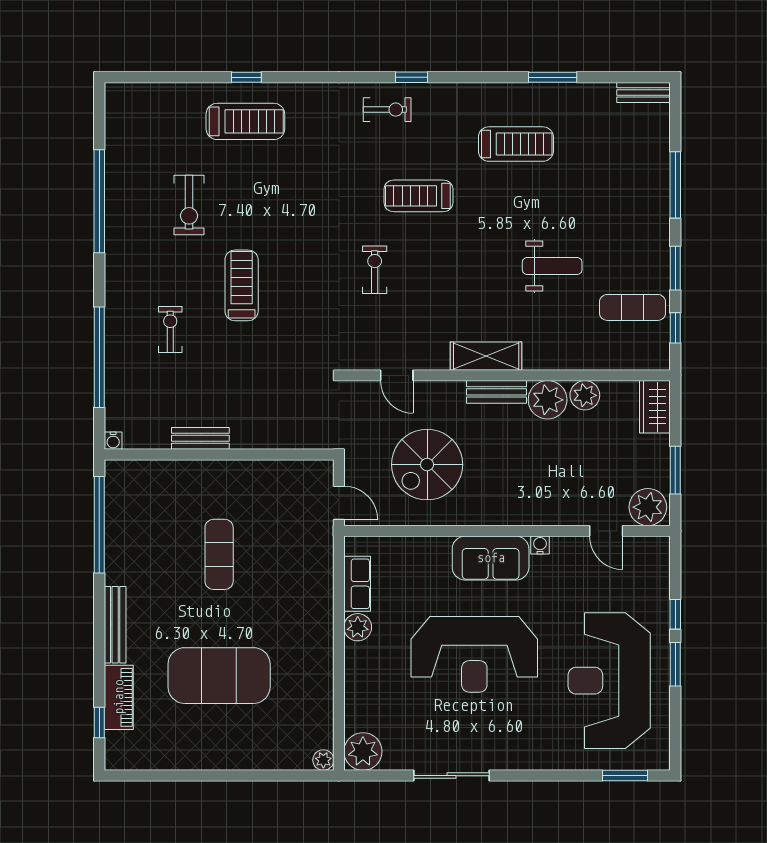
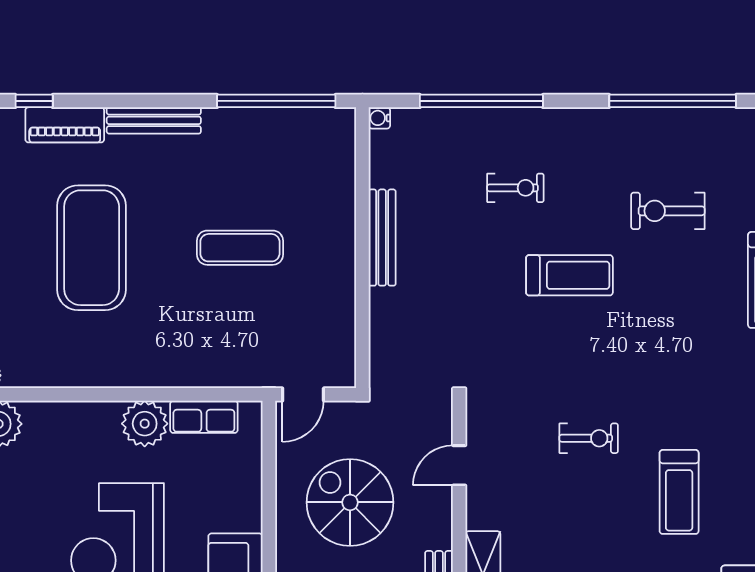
treadmill: (418, 196) -> (679, 492), turned 180
bench: (200, 438) -> (382, 238), width x1.36
plant: (358, 627) -> (145, 424), width x1.36, depth x1.36

